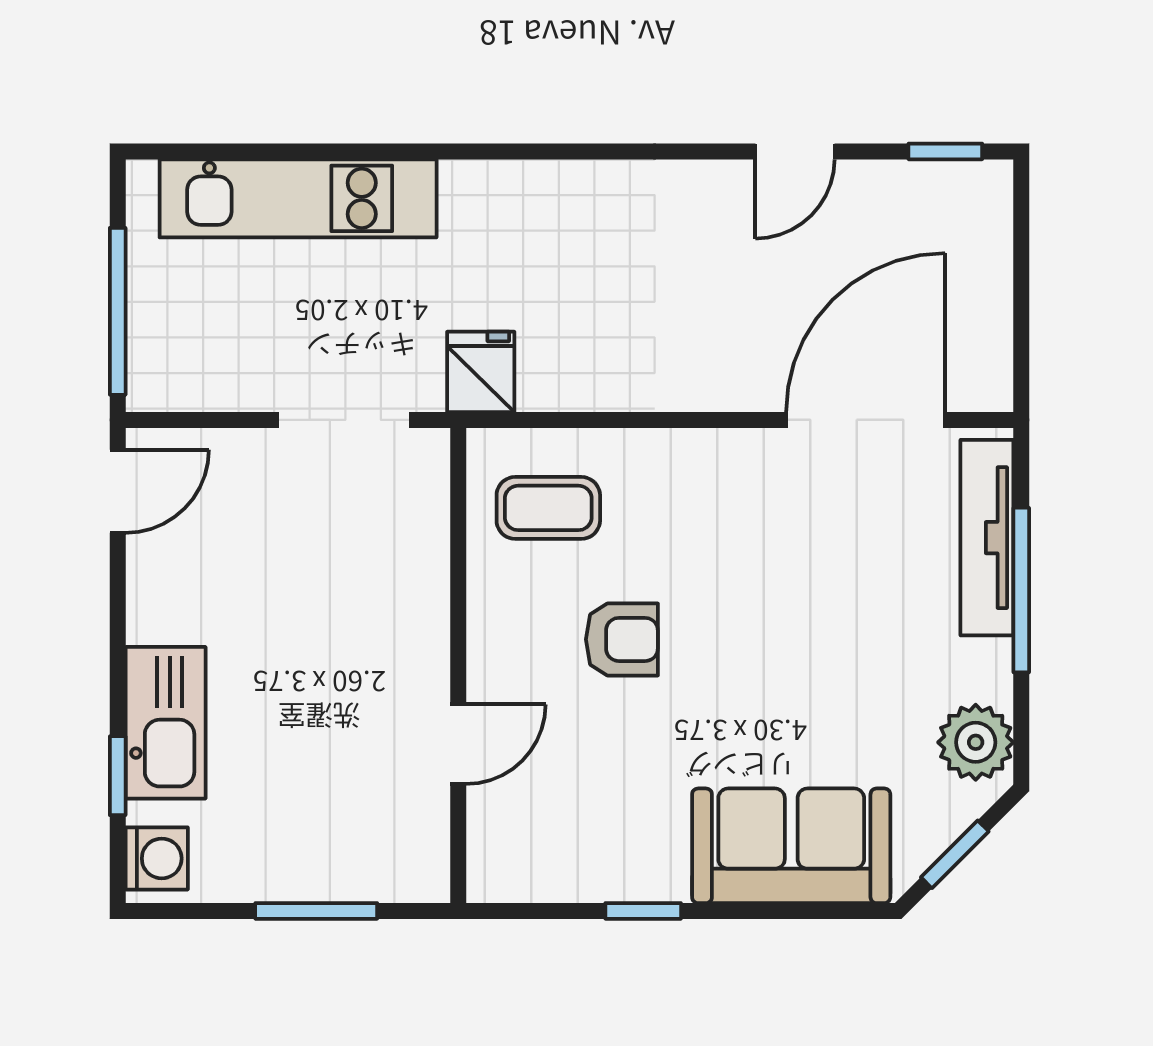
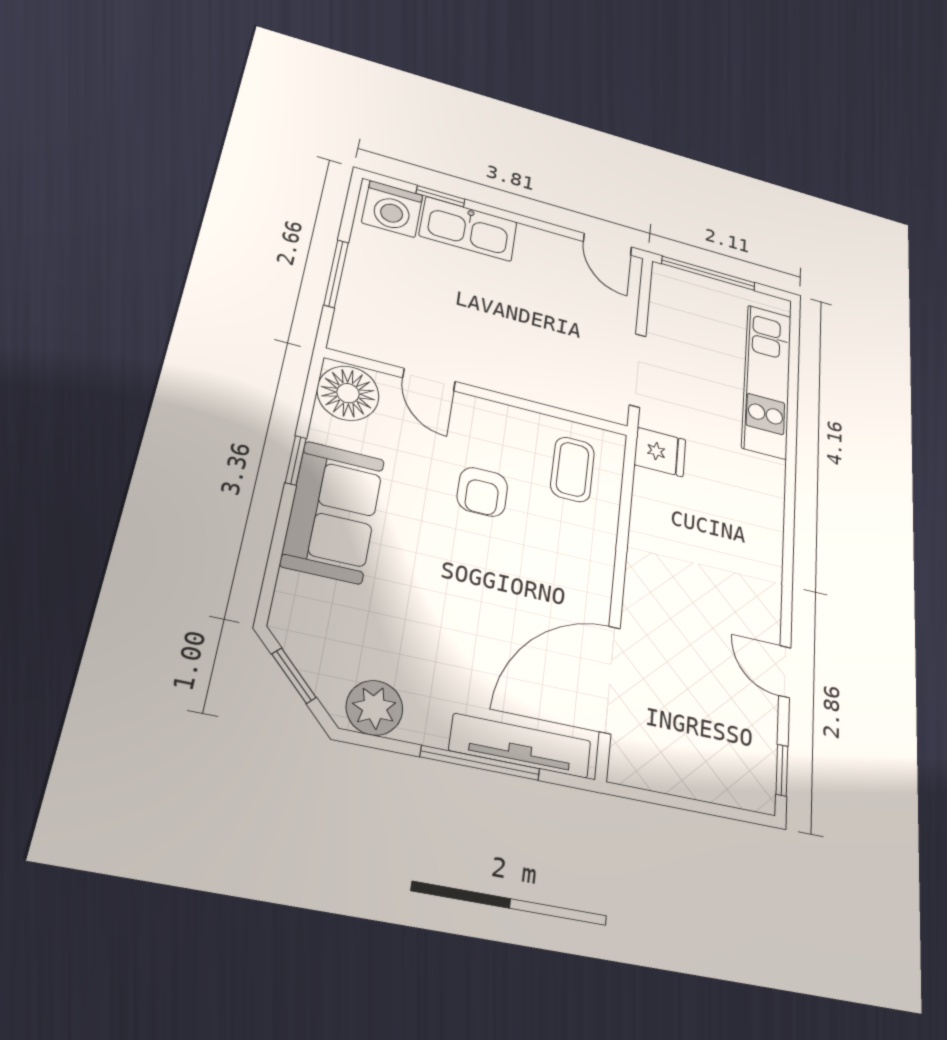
door: (866, 420) -> (610, 679), swing flipped
sofa: (791, 846) -> (333, 512), moved
washing machine: (157, 858) -> (392, 209), width x1.38, depth x1.38
floor lamp: (515, 858) -> (348, 393), added

